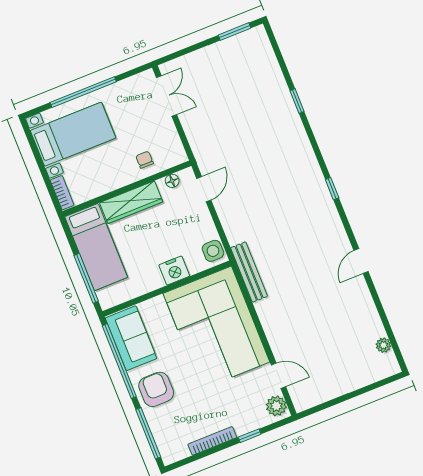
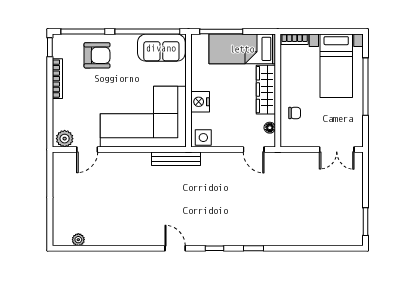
window: (297, 101) -> (254, 248), moved
door: (361, 261) -> (175, 248), moved
armchair: (156, 389) -> (97, 55), moved
window: (250, 436) -> (50, 47), moved

